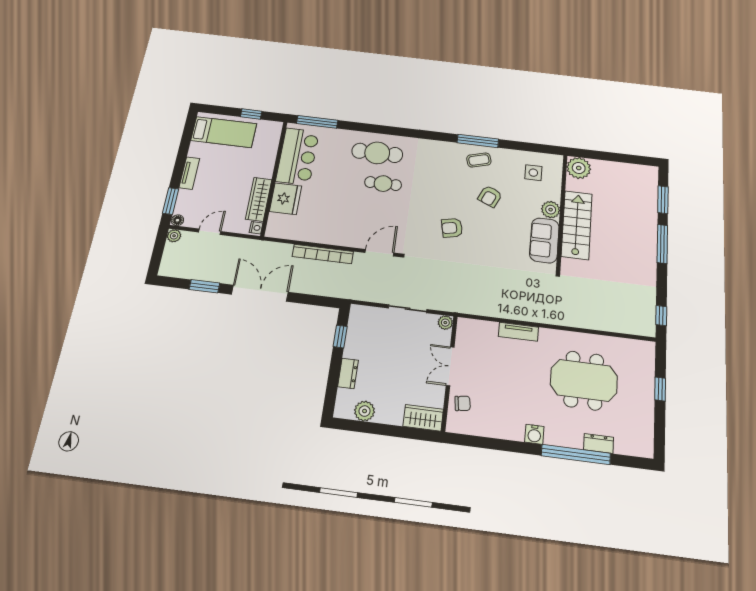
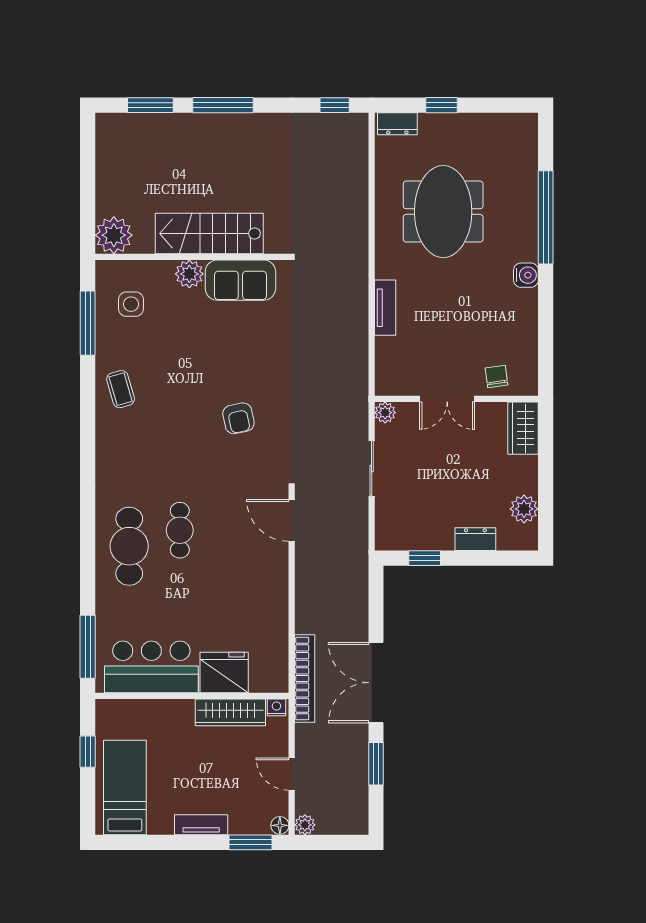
window: (478, 141) -> (88, 323), moved
armchair: (490, 196) -> (179, 367), removed
bookcase: (323, 254) -> (305, 679), moved
dresser: (599, 443) -> (397, 124), moved, turned -90

